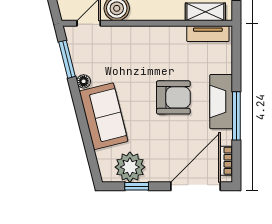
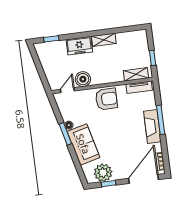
window: (67, 59) -> (65, 134), moved
armchair: (173, 97) -> (106, 99), moved
window: (236, 116) -> (161, 120), moved

